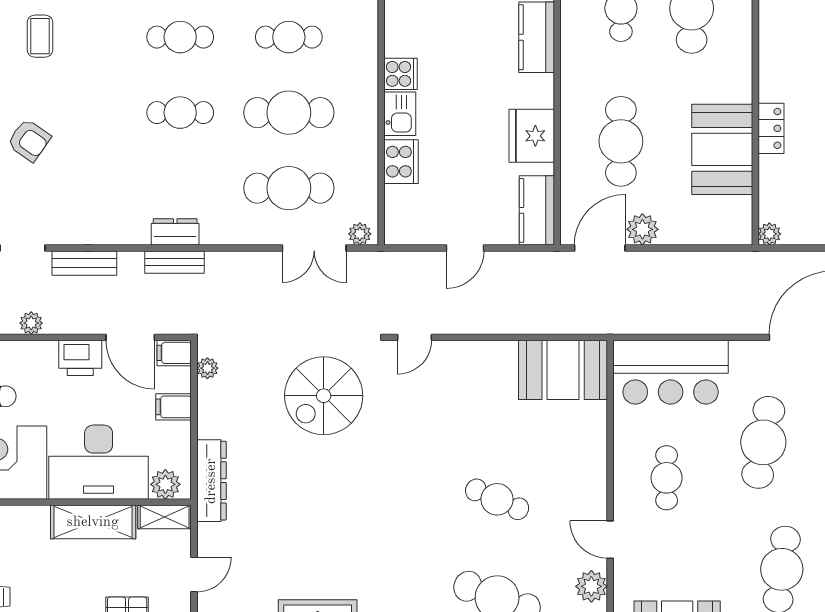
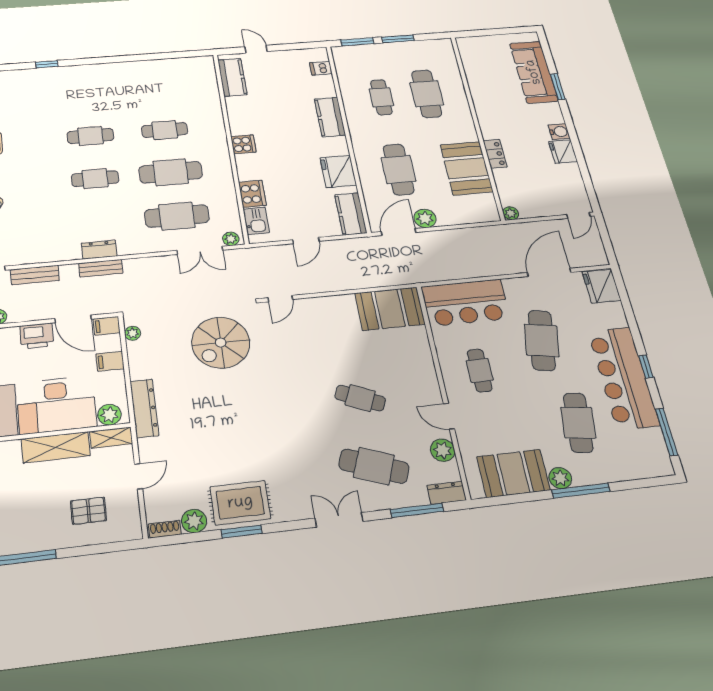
kitchen sink: (400, 114) -> (256, 221), moved

